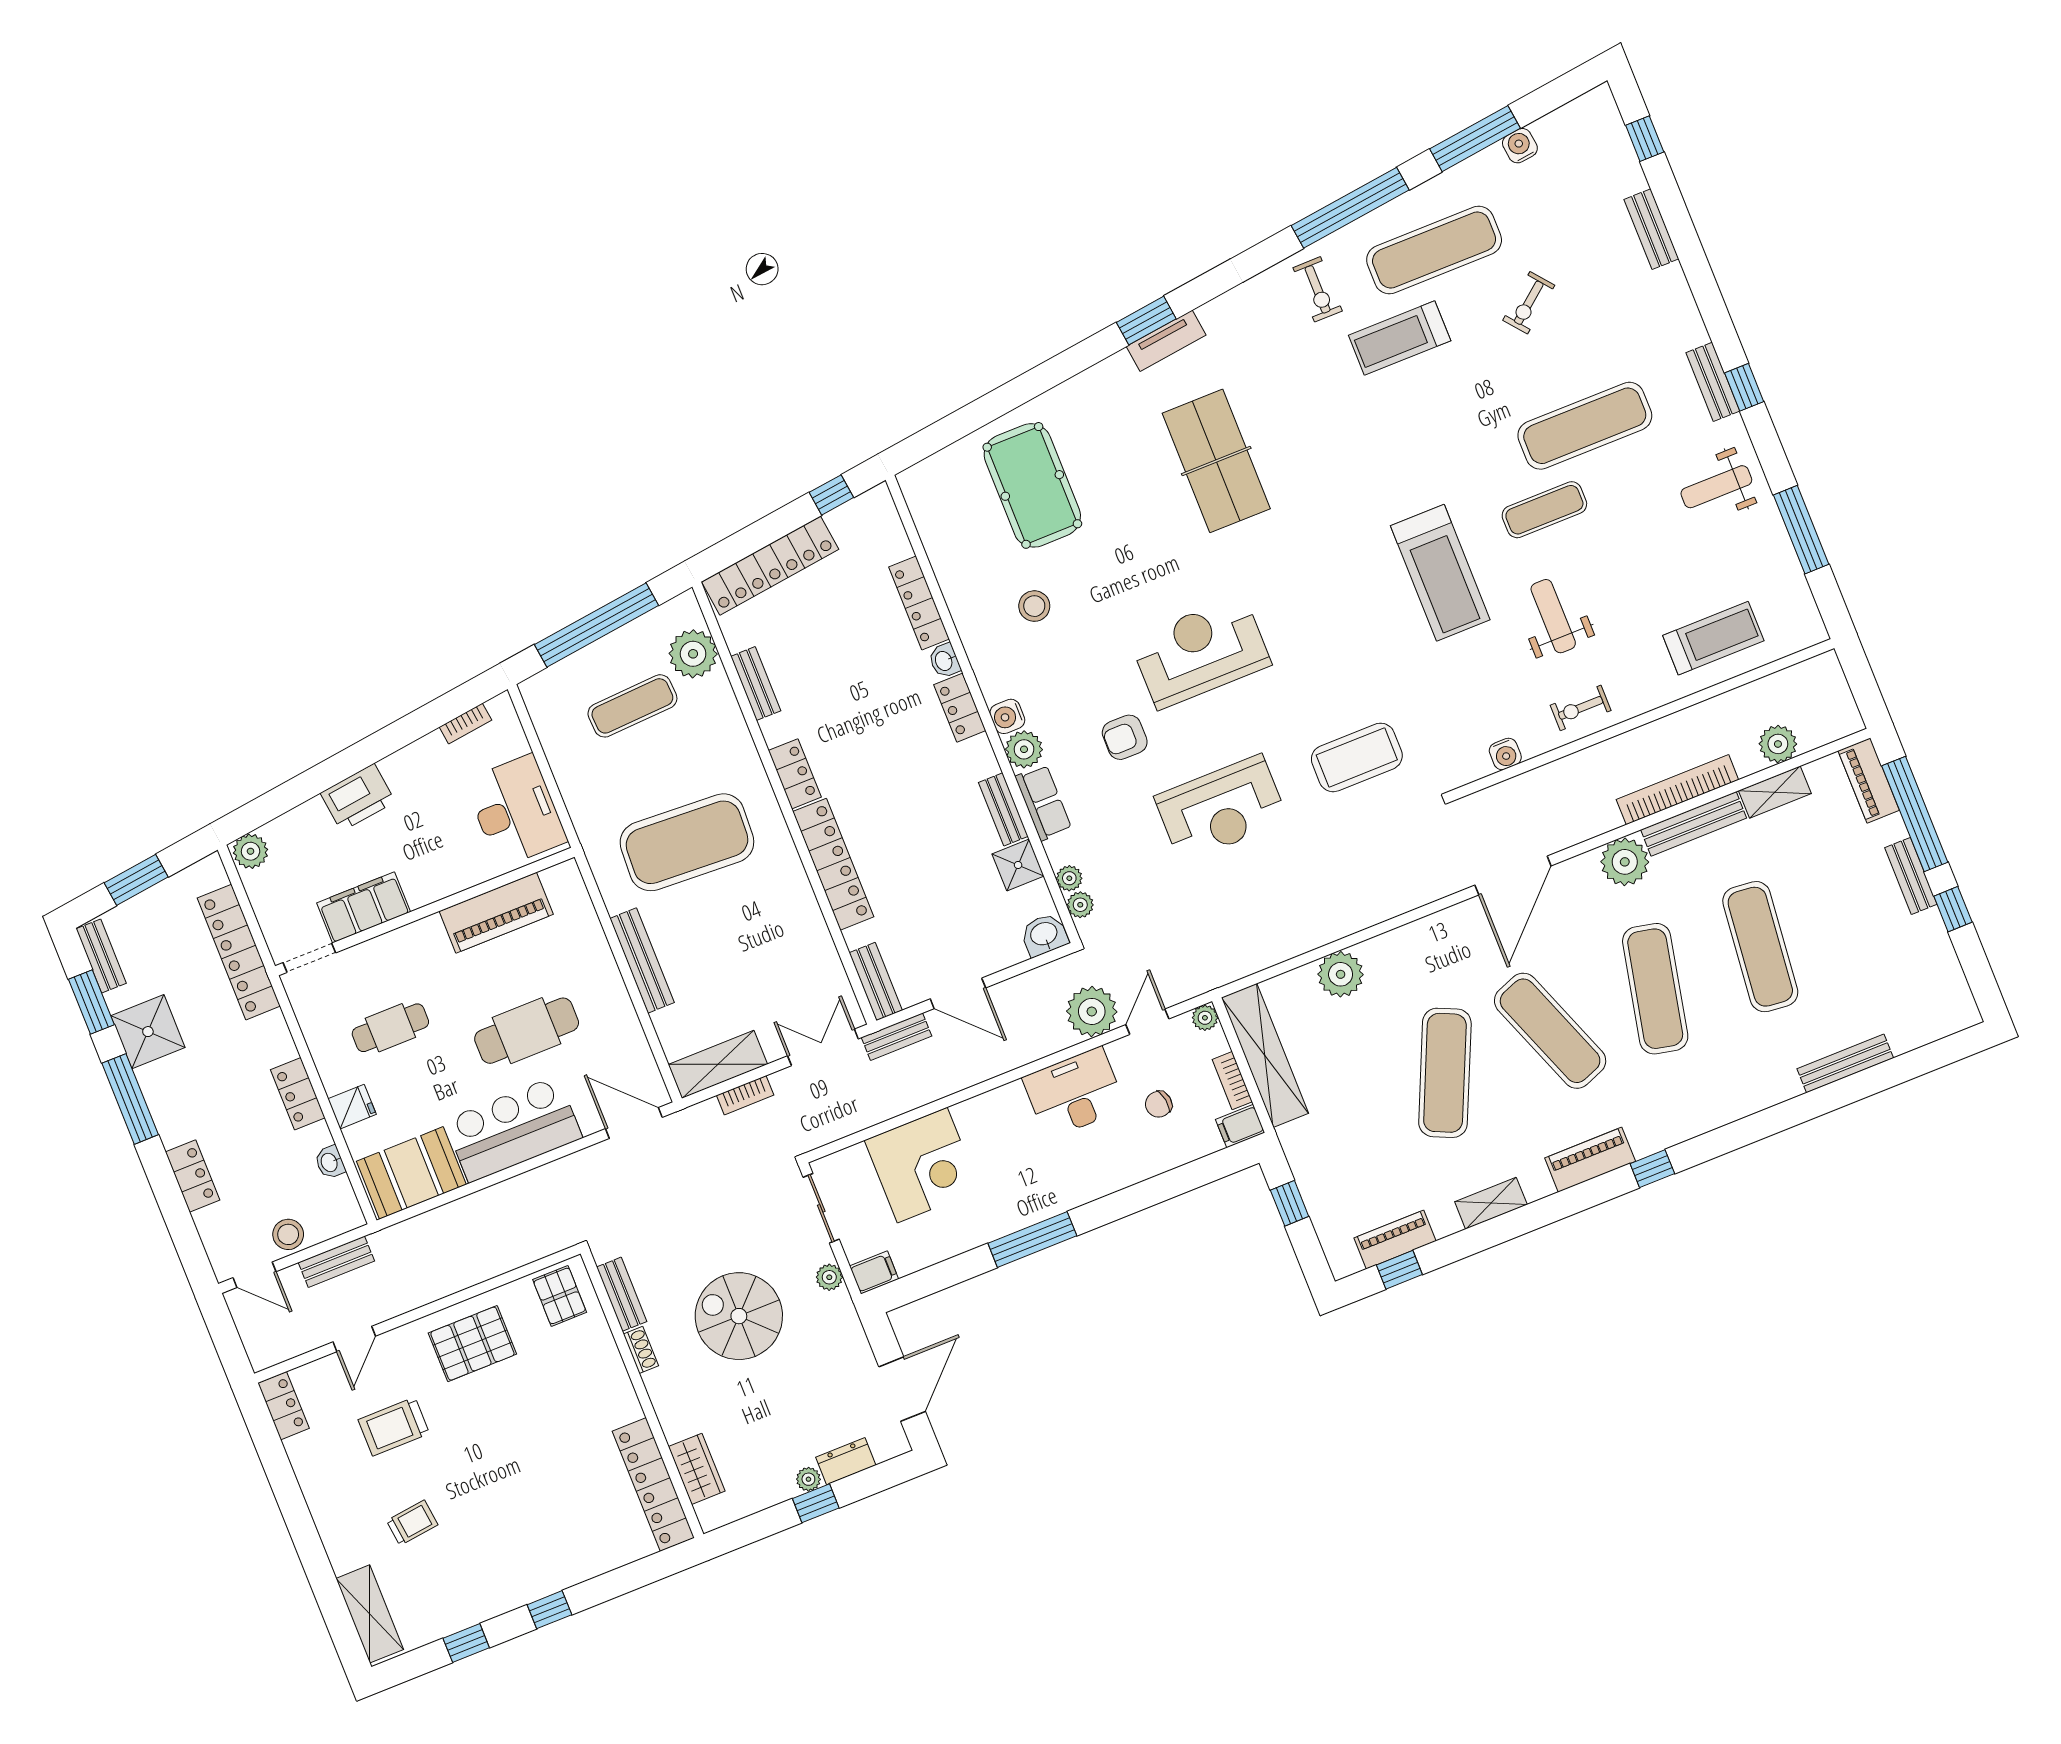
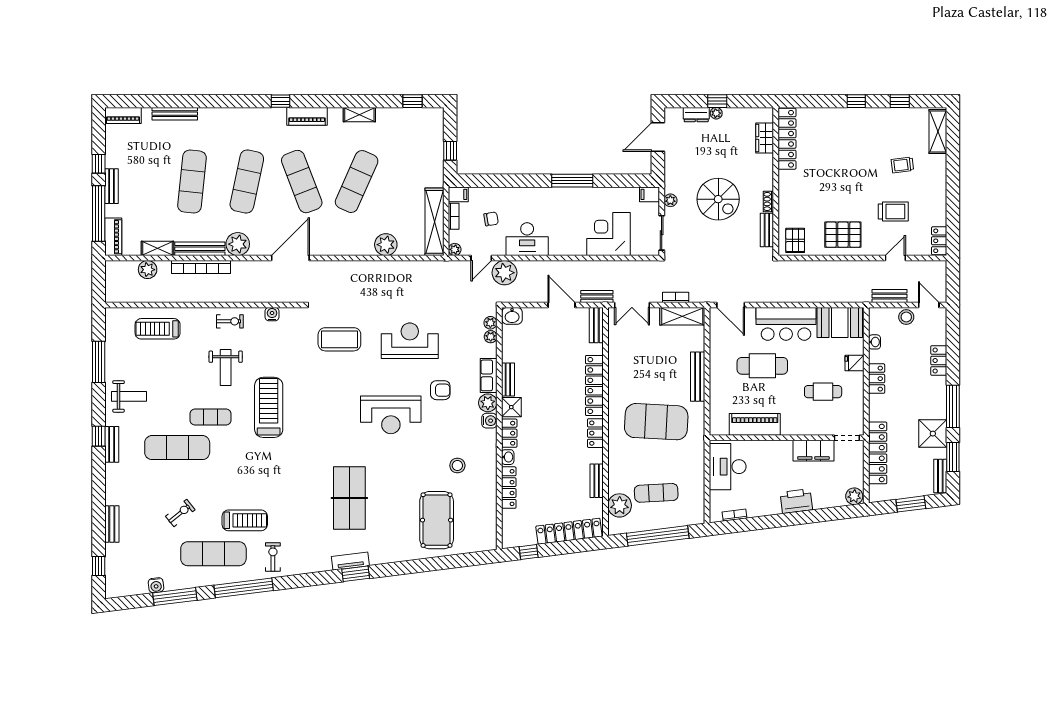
shower: (1018, 865) -> (511, 407), moved
piano: (1395, 1240) -> (123, 115), moved

